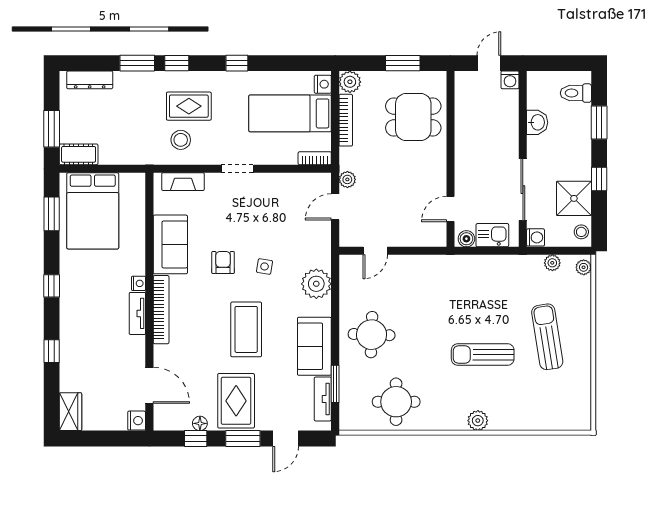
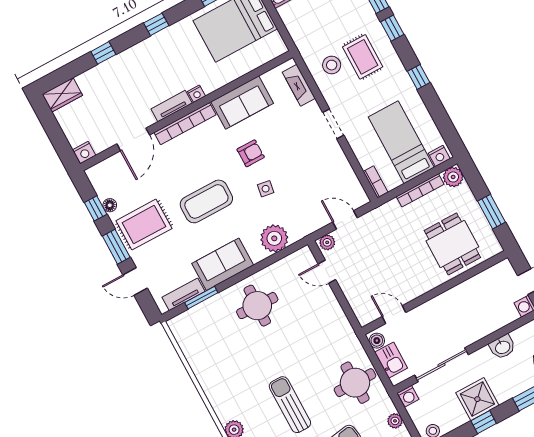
plant: (347, 179) -> (327, 242), moved
shower: (574, 198) -> (477, 399), moved
door: (149, 385) -> (133, 139), moved
round table: (396, 402) -> (355, 383), moved

